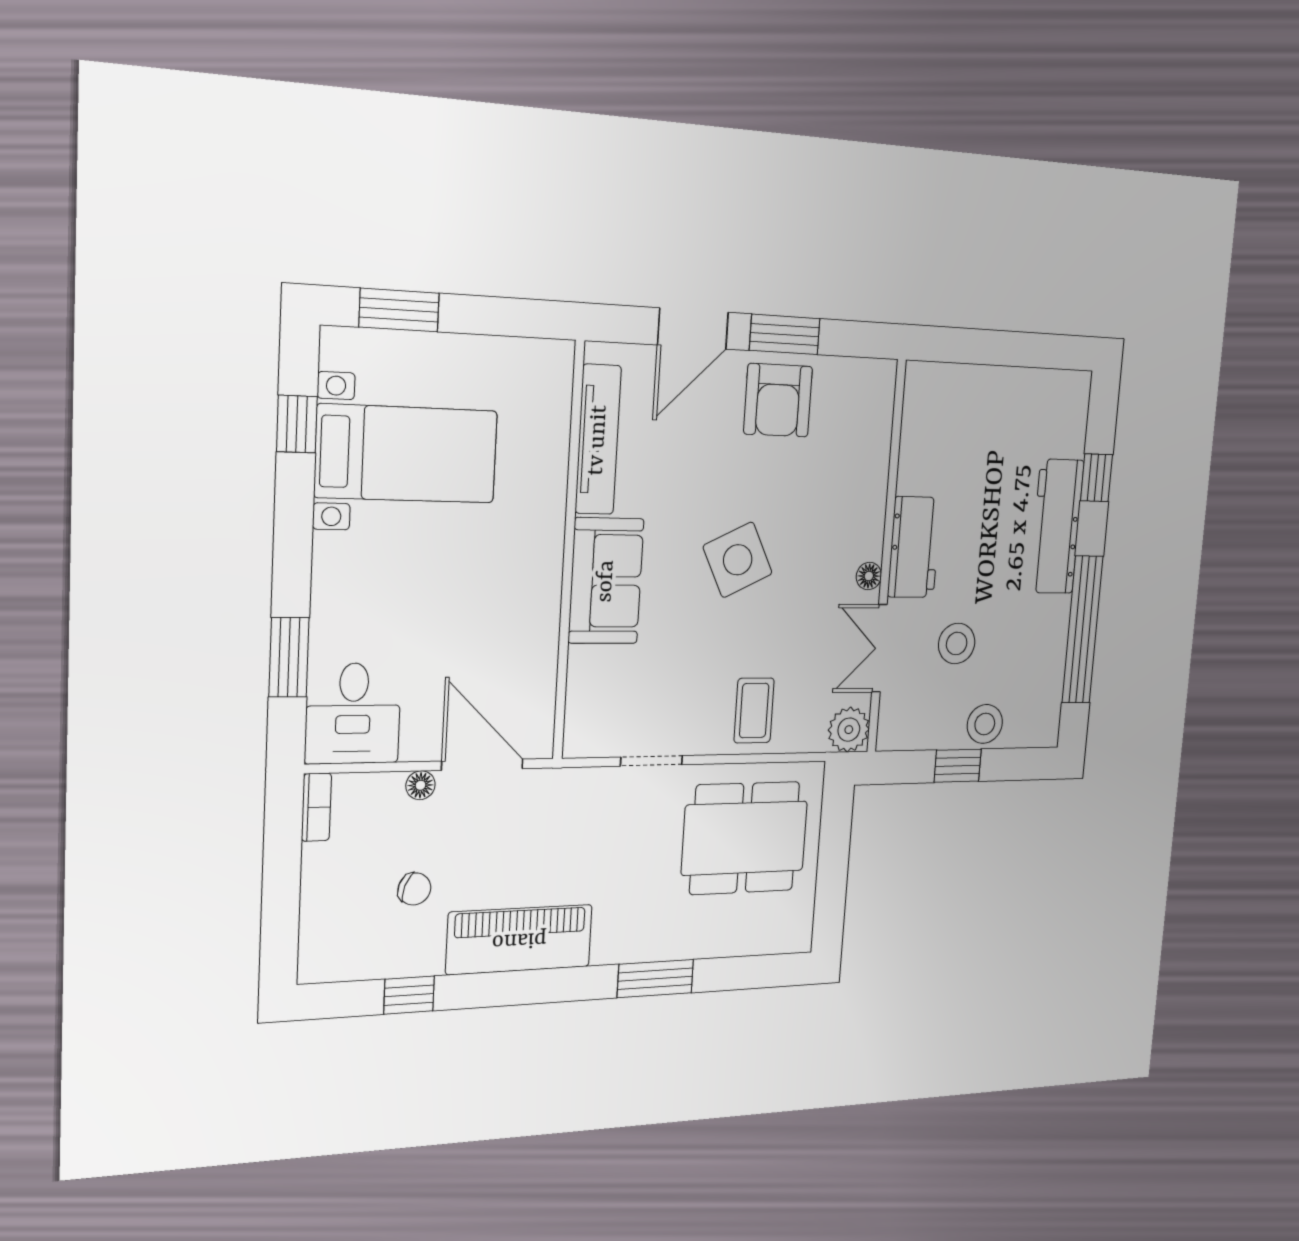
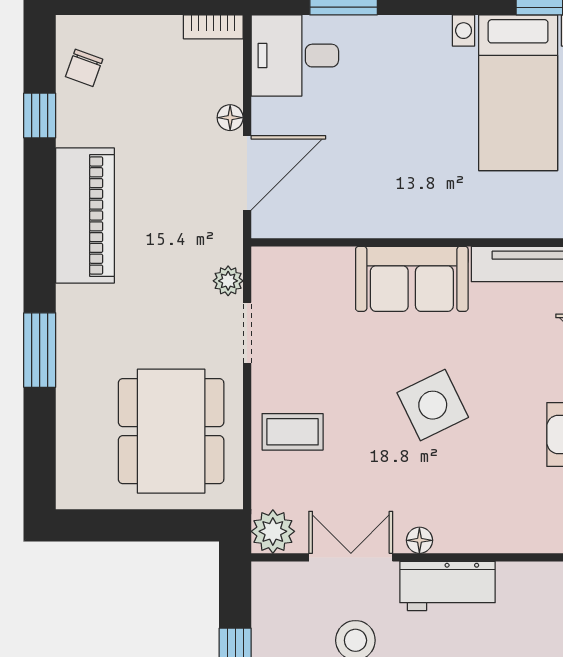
plant: (597, 783) -> (228, 281), added
chair: (414, 889) -> (84, 68), moved

